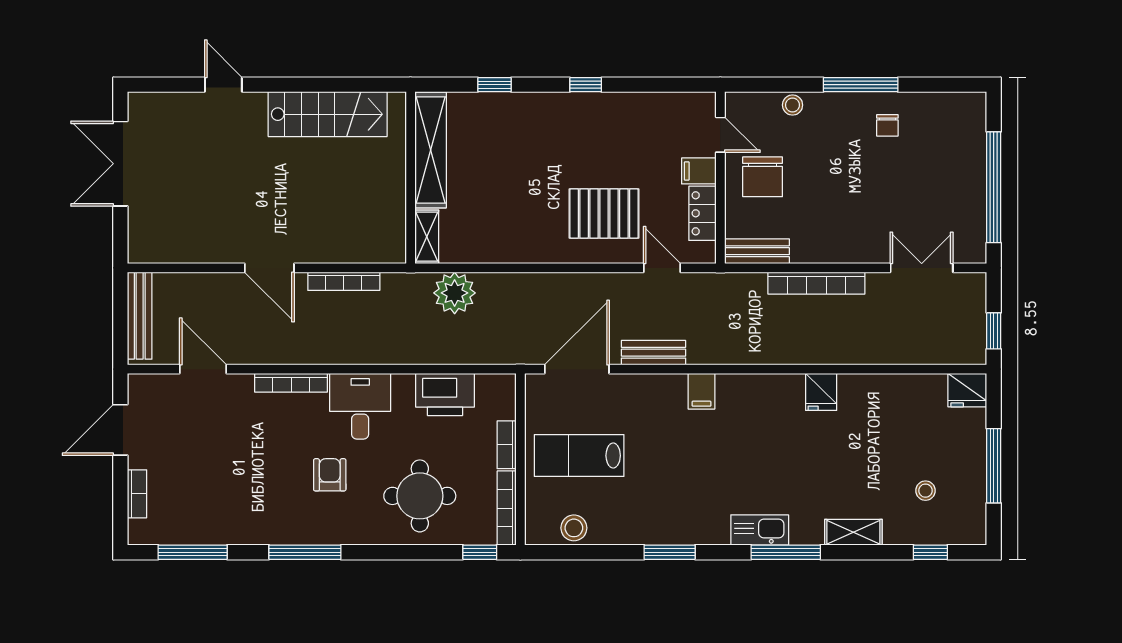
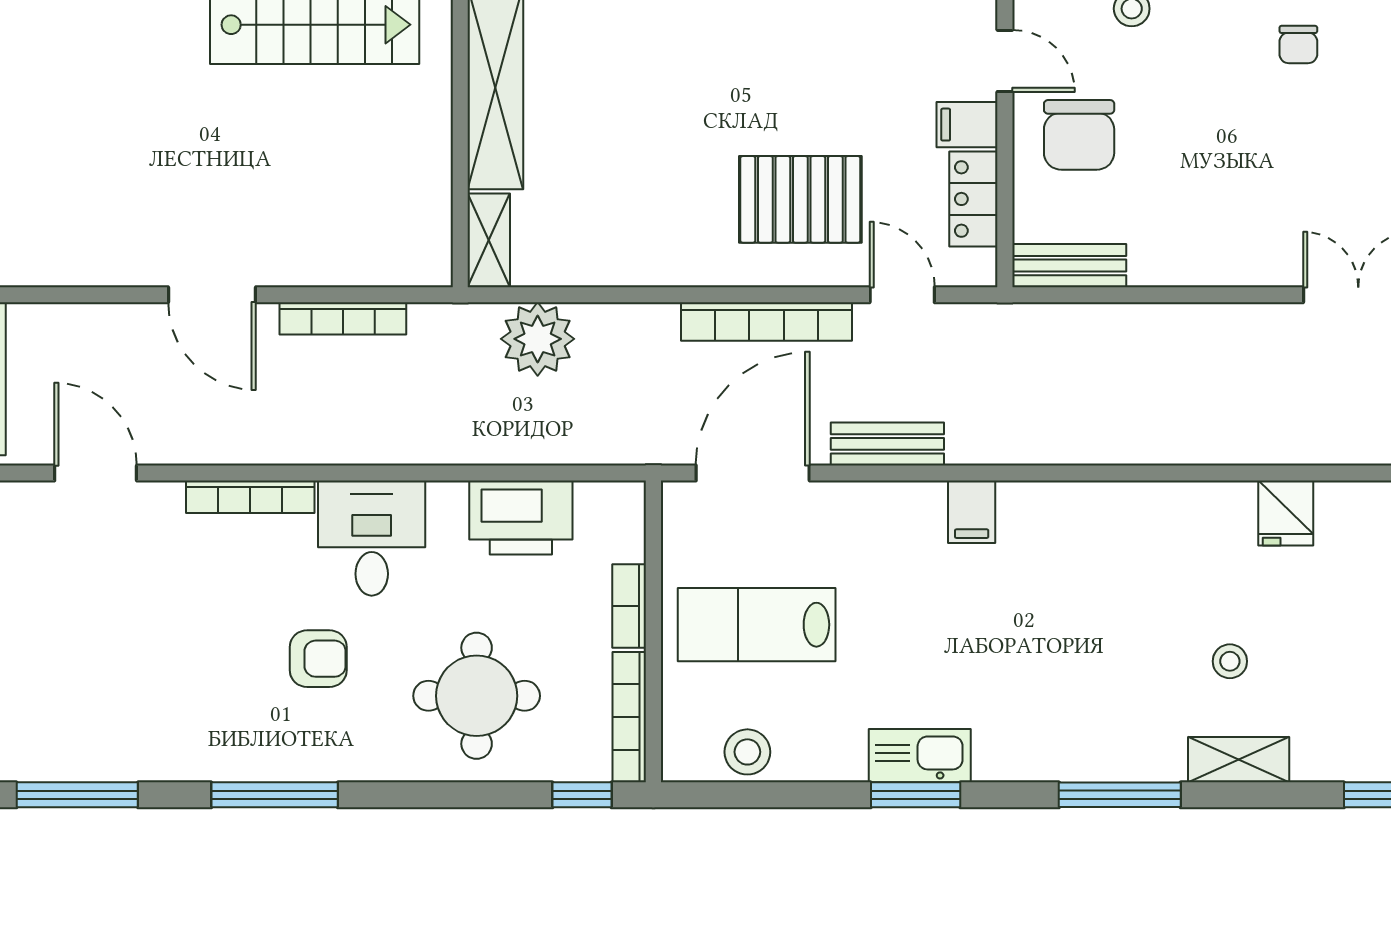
bookcase: (816, 283) -> (767, 322), moved
fridge: (821, 392) -> (1286, 513), moved
armchair: (330, 475) -> (318, 659), turned 90
stool: (925, 491) -> (1230, 661), moved
kitchen sink: (760, 530) -> (920, 756), moved

